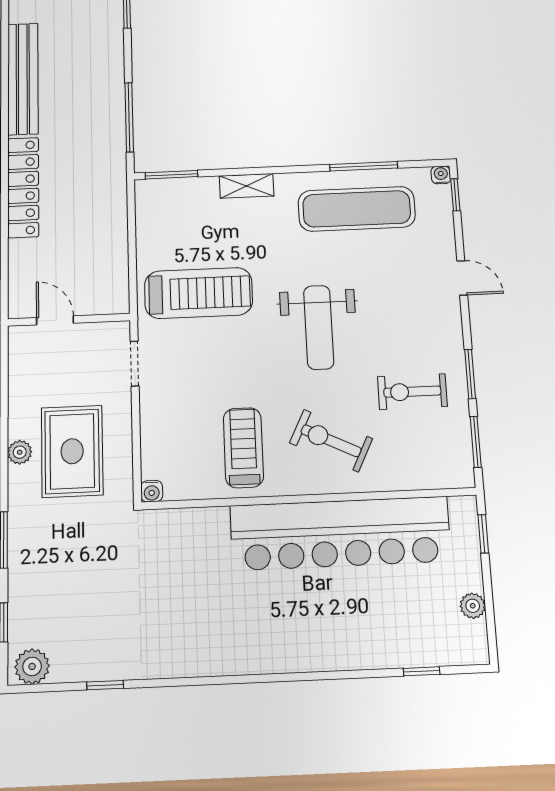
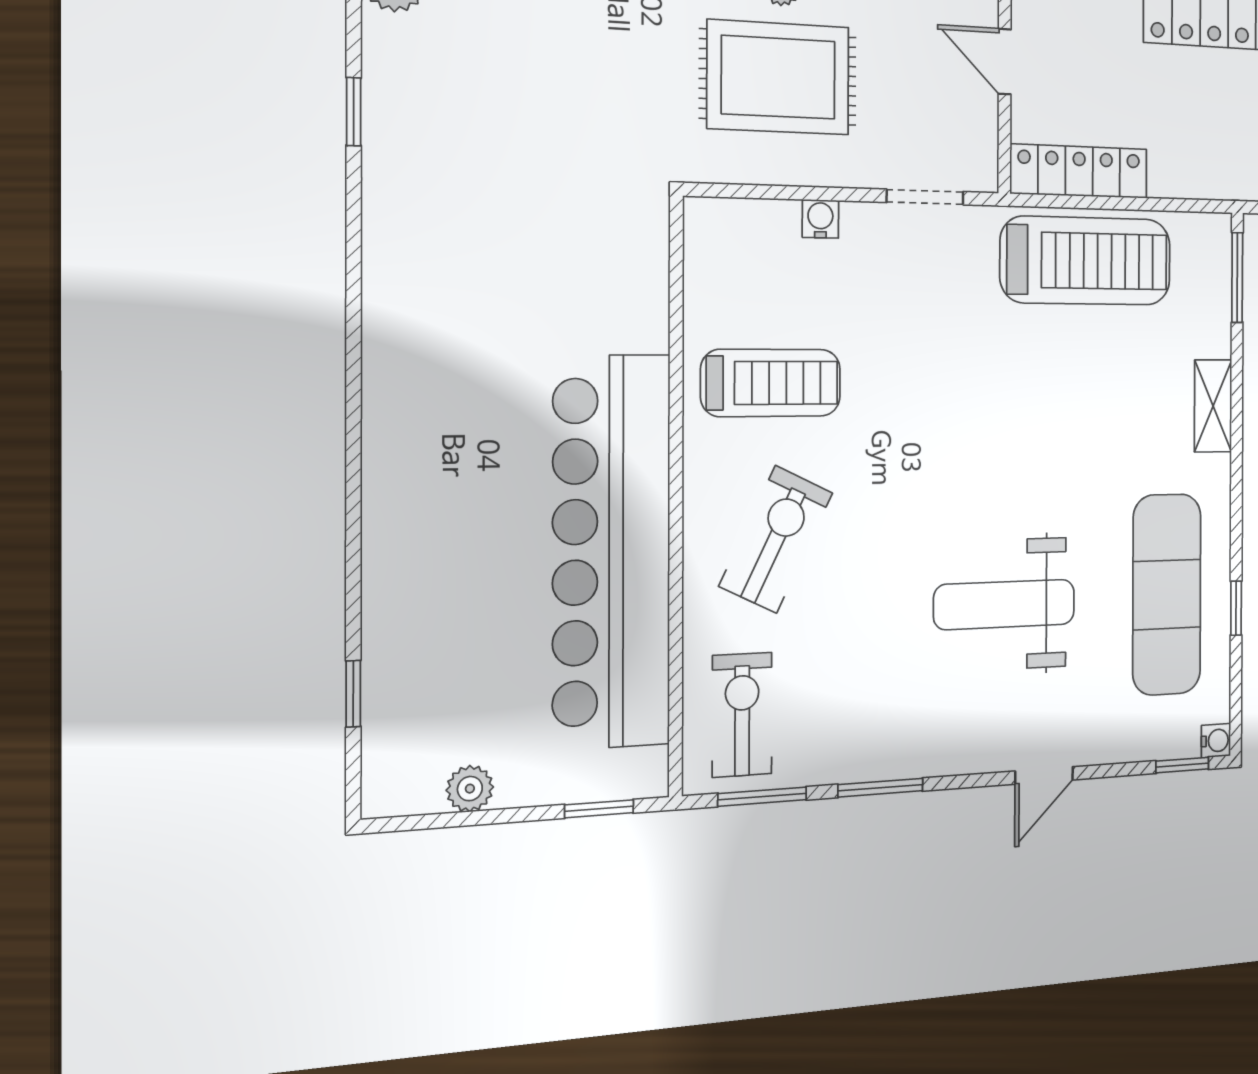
window: (364, 166) -> (1236, 608), width x0.46
locker: (115, 273) -> (1079, 171), added
treadmill: (198, 293) -> (1086, 261), moved, turned -90
door: (55, 320) -> (1005, 62), swing flipped
weight bench: (319, 327) -> (1005, 604), moved
exercise bike: (412, 392) -> (742, 715), moved
water cooler: (152, 491) -> (820, 219), moved, turned 90

